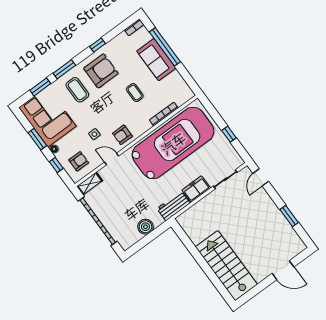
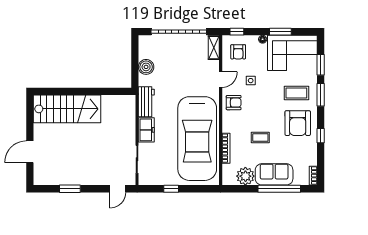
plant: (175, 82) -> (245, 176), added
armchair: (122, 135) -> (234, 103), turned 90
window: (56, 165) -> (237, 32), moved
door: (261, 177) -> (118, 189), swing flipped

